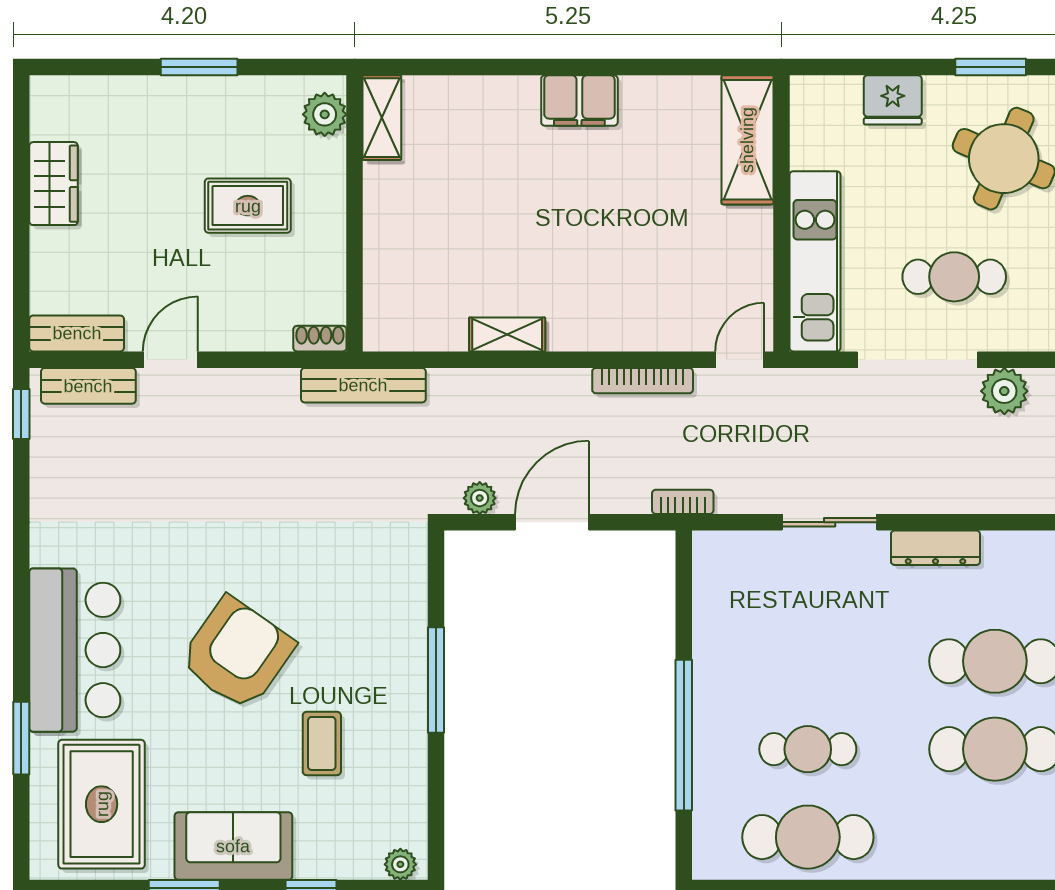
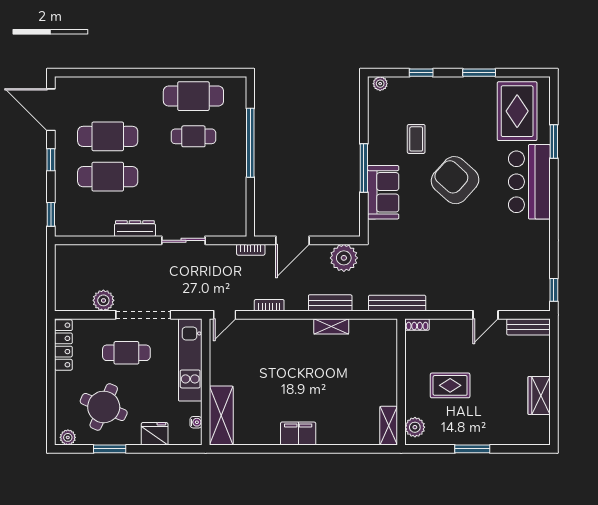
water cooler: (802, 125) -> (196, 422), added
bookcase: (643, 381) -> (269, 305), width x0.64
bench: (88, 386) -> (330, 303), moved
plant: (480, 498) -> (344, 258), width x1.88, depth x1.88
door: (552, 522) -> (293, 240), moved
armchair: (237, 654) -> (455, 180), turned 97
sofa: (233, 846) -> (383, 192), moved, turned -90

